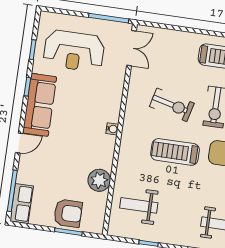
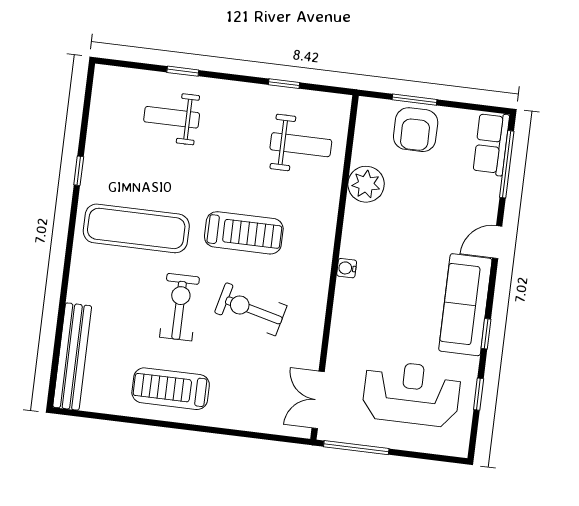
armchair: (68, 213) -> (416, 130), turned -90

